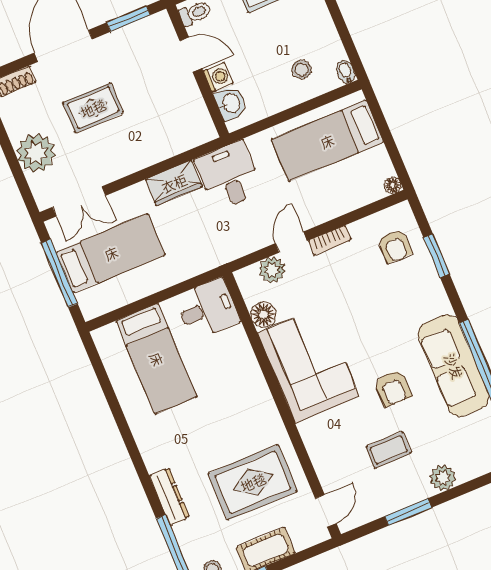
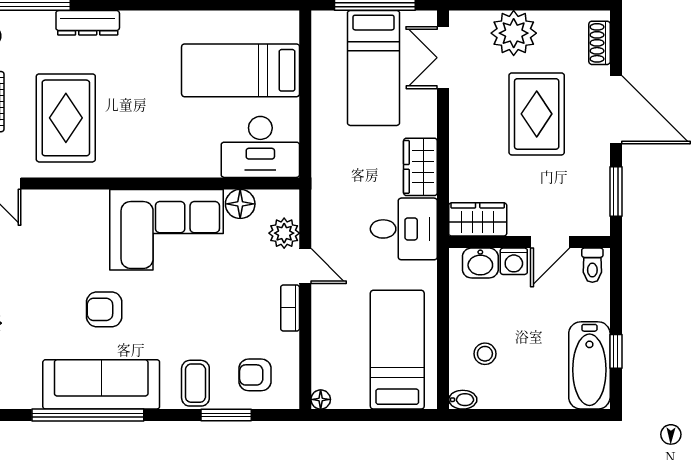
rug: (93, 108) -> (537, 114), width x1.36, depth x1.43
wardrobe: (197, 120) -> (478, 219), added
desk: (208, 309) -> (260, 147), width x1.37
coffee table: (389, 450) -> (195, 383), moved

